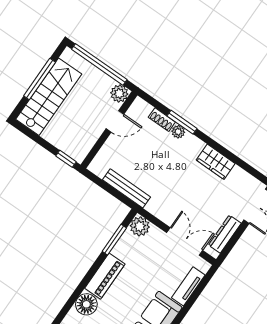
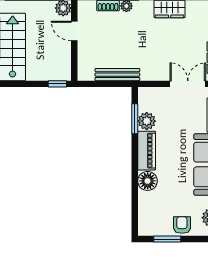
door: (115, 121) -> (74, 31), swing flipped
plant: (140, 226) -> (147, 121), moved

